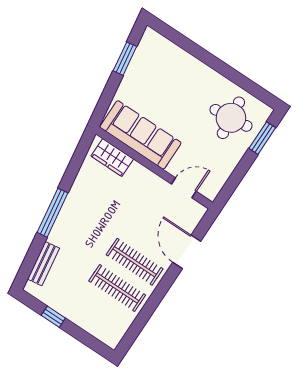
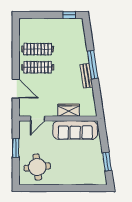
window: (262, 138) -> (16, 148), moved
wardrobe: (112, 157) -> (69, 110), moved
bench: (43, 264) -> (86, 76), moved
window: (53, 317) -> (69, 15), moved

